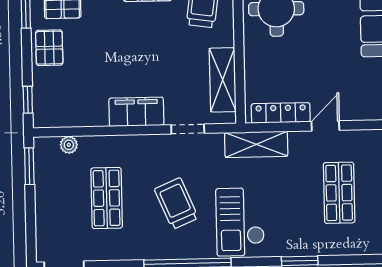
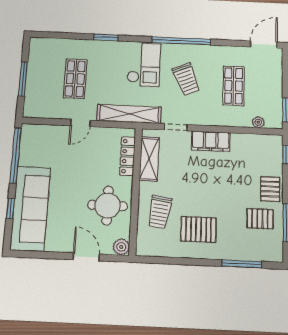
locker: (281, 113) -> (127, 156), moved, turned 90
shelving: (256, 144) -> (129, 114), width x1.47

